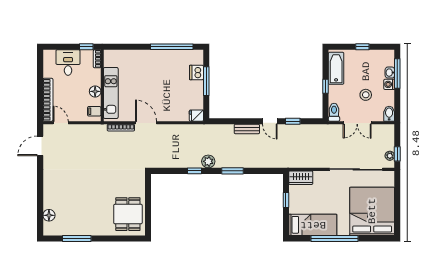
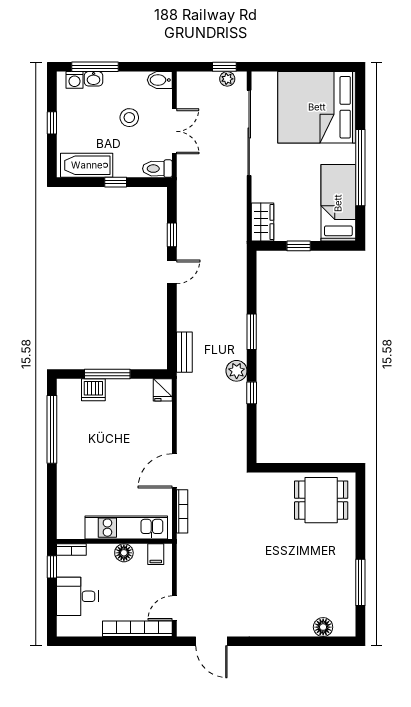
washing machine: (389, 84) -> (74, 80), moved
bench: (247, 129) -> (184, 352), moved

